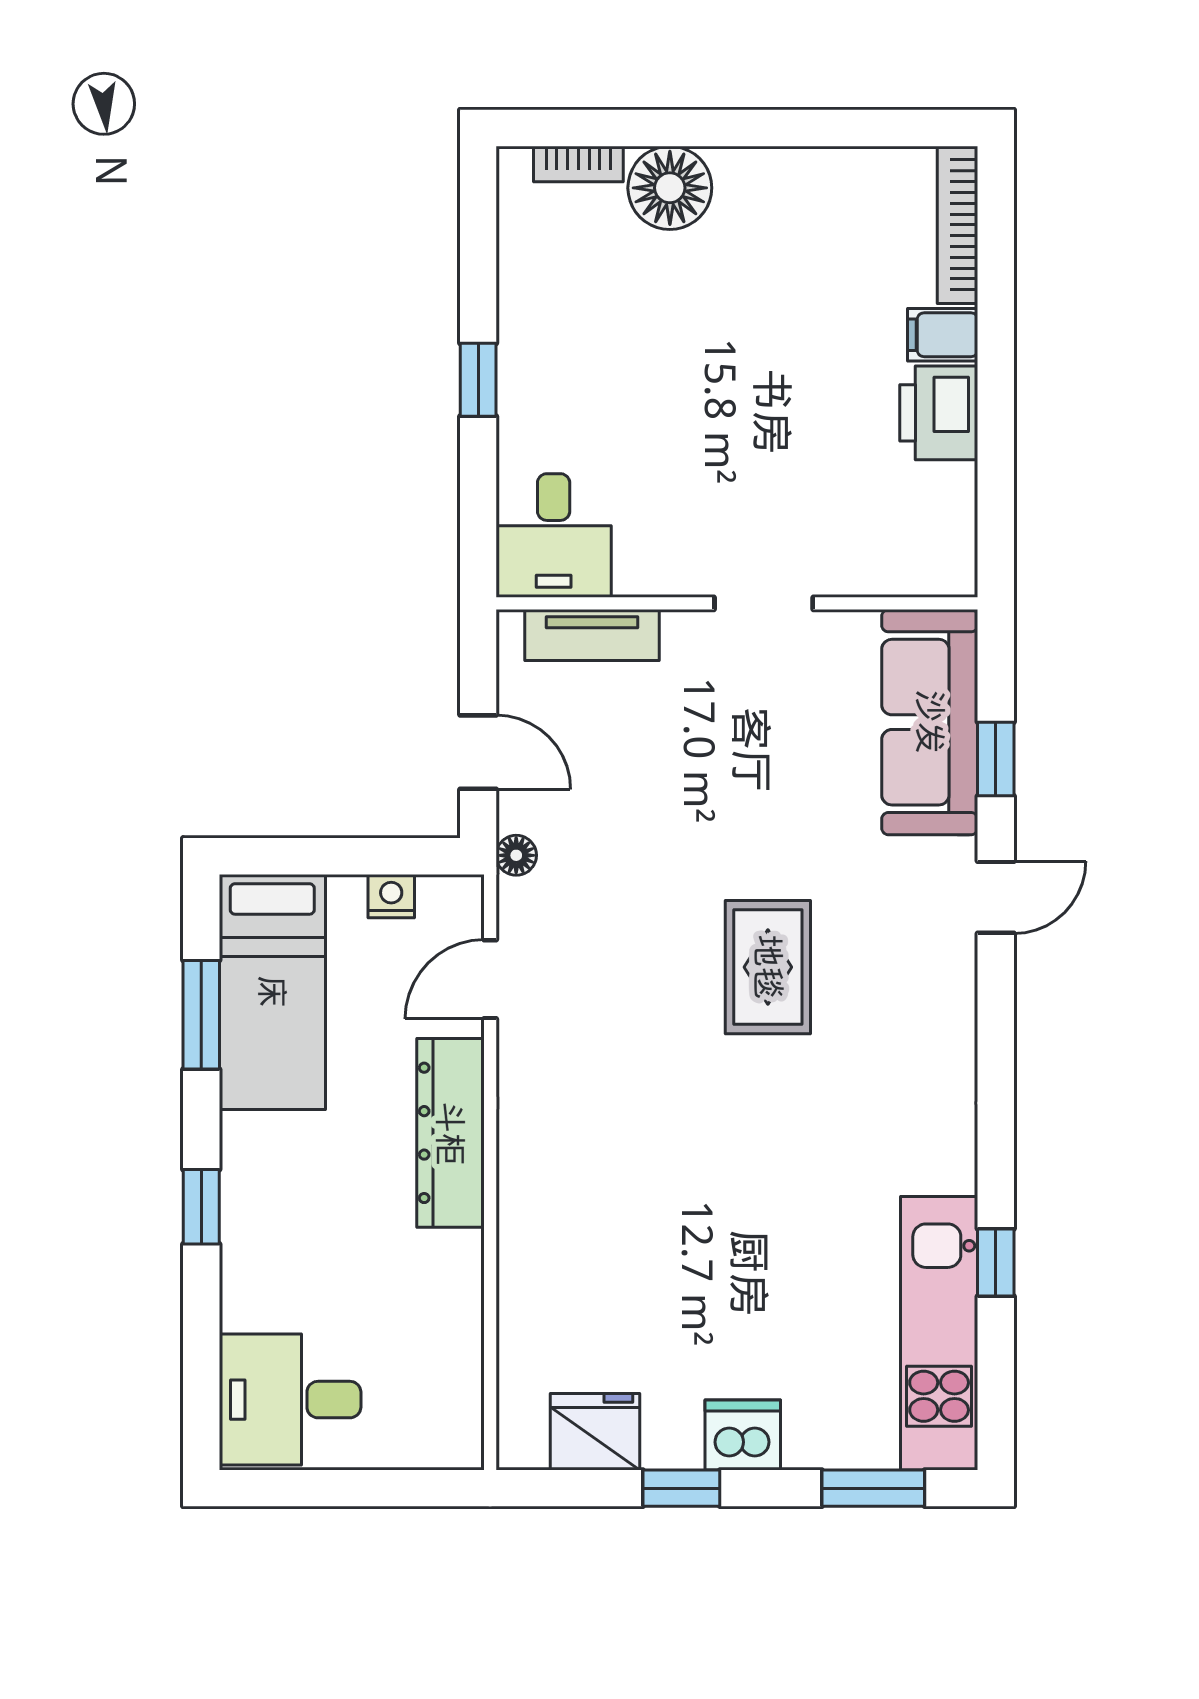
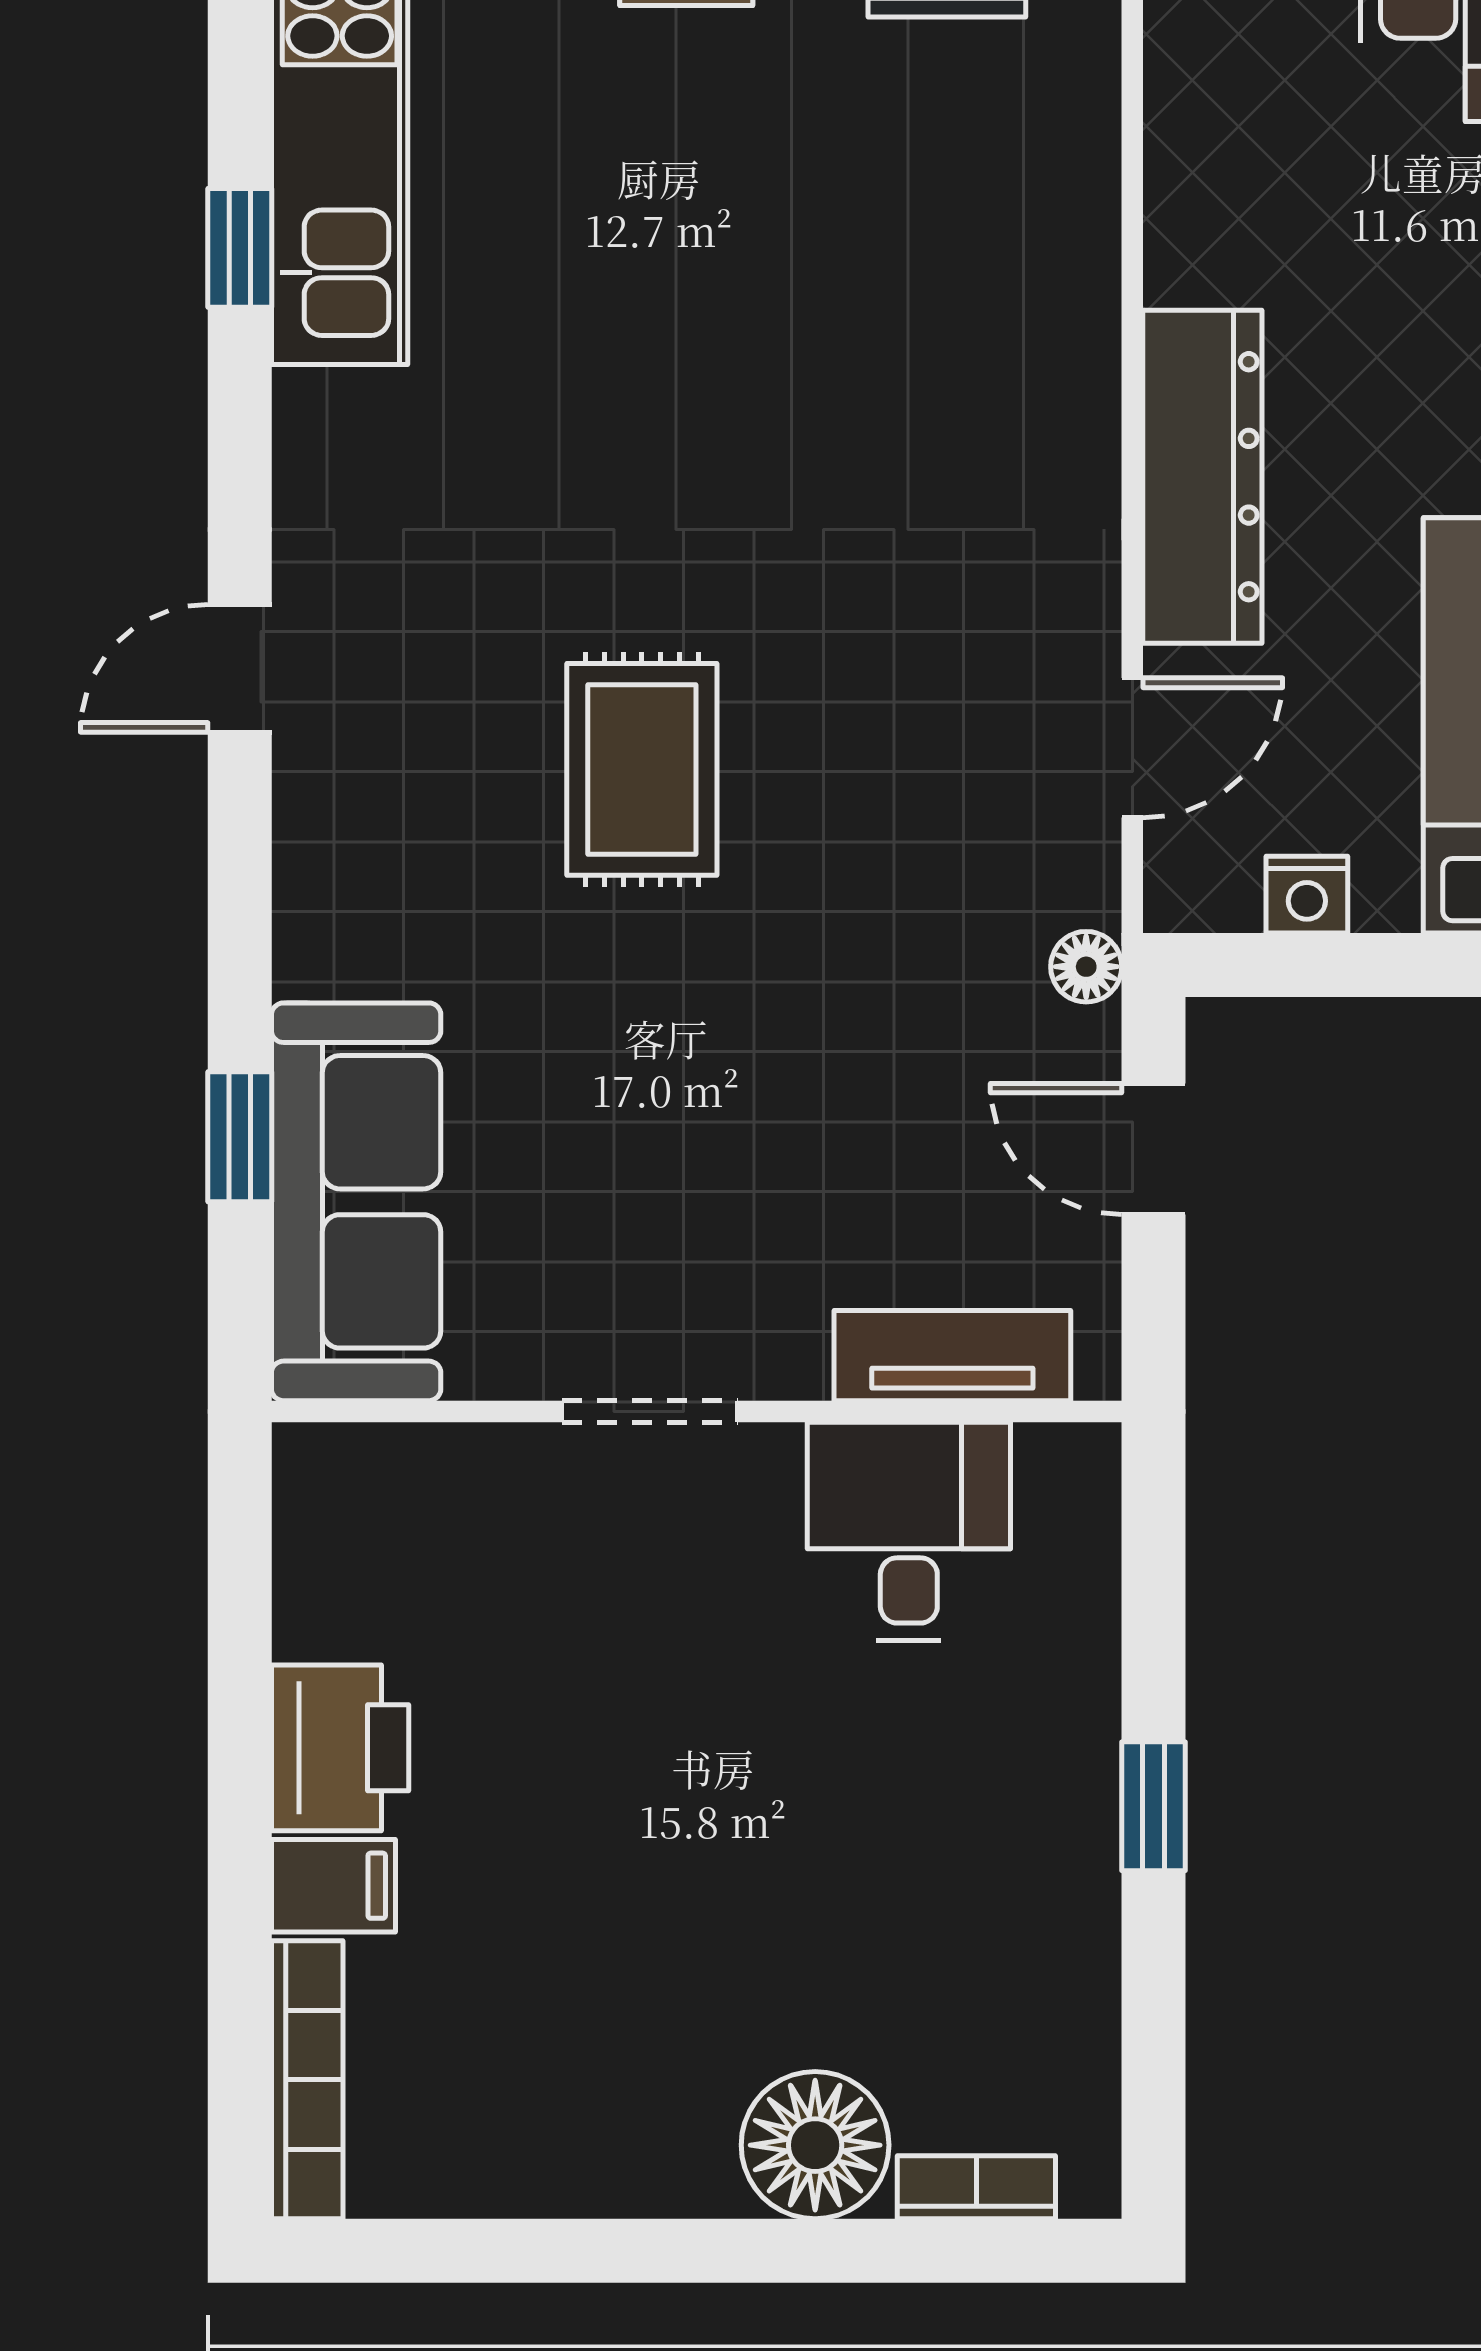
desk: (554, 535) -> (909, 1531), moved
door: (996, 897) -> (240, 668), moved

